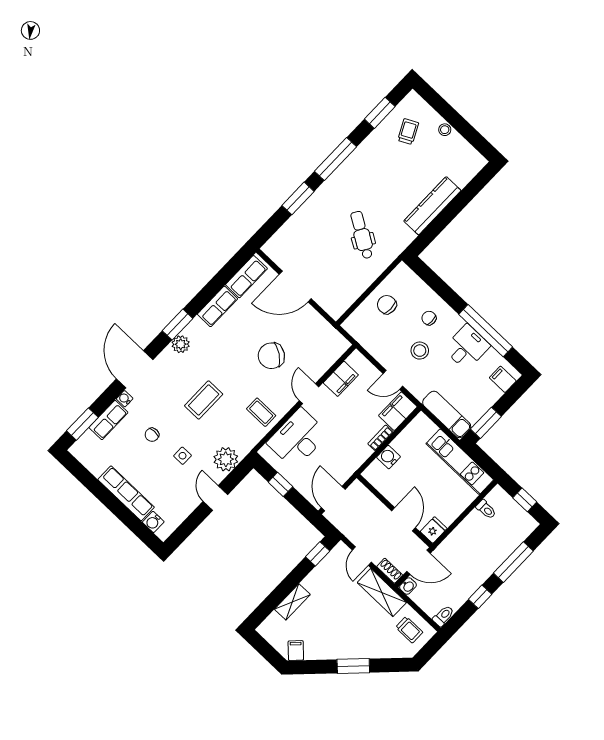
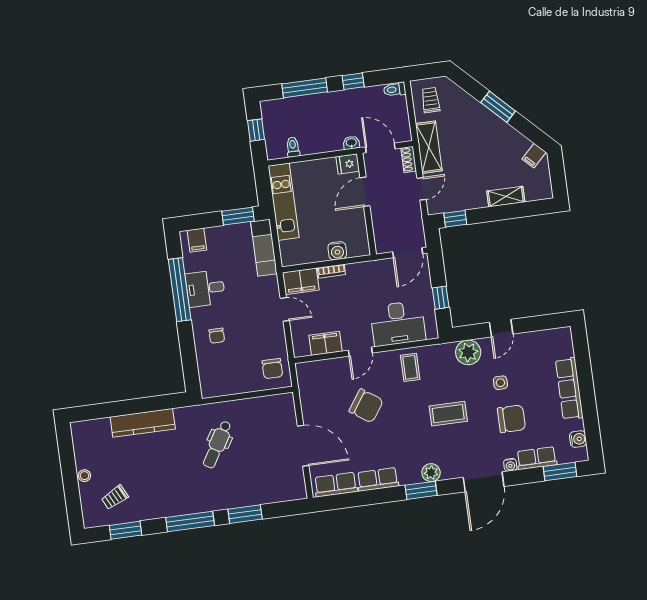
chair: (387, 305) -> (272, 369), moved
stool: (420, 351) -> (245, 316), removed
chair: (152, 435) -> (511, 419), width x1.87, depth x1.87
water cooler: (153, 522) -> (578, 439), moved
washbasin: (408, 586) -> (351, 143), moved

